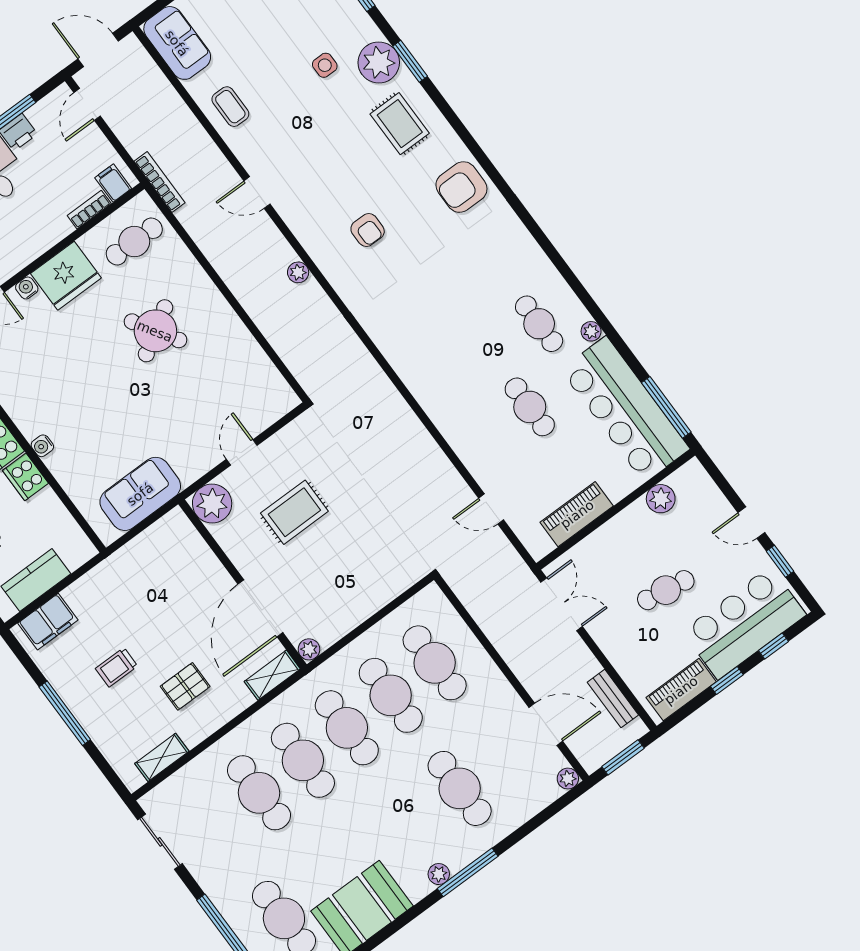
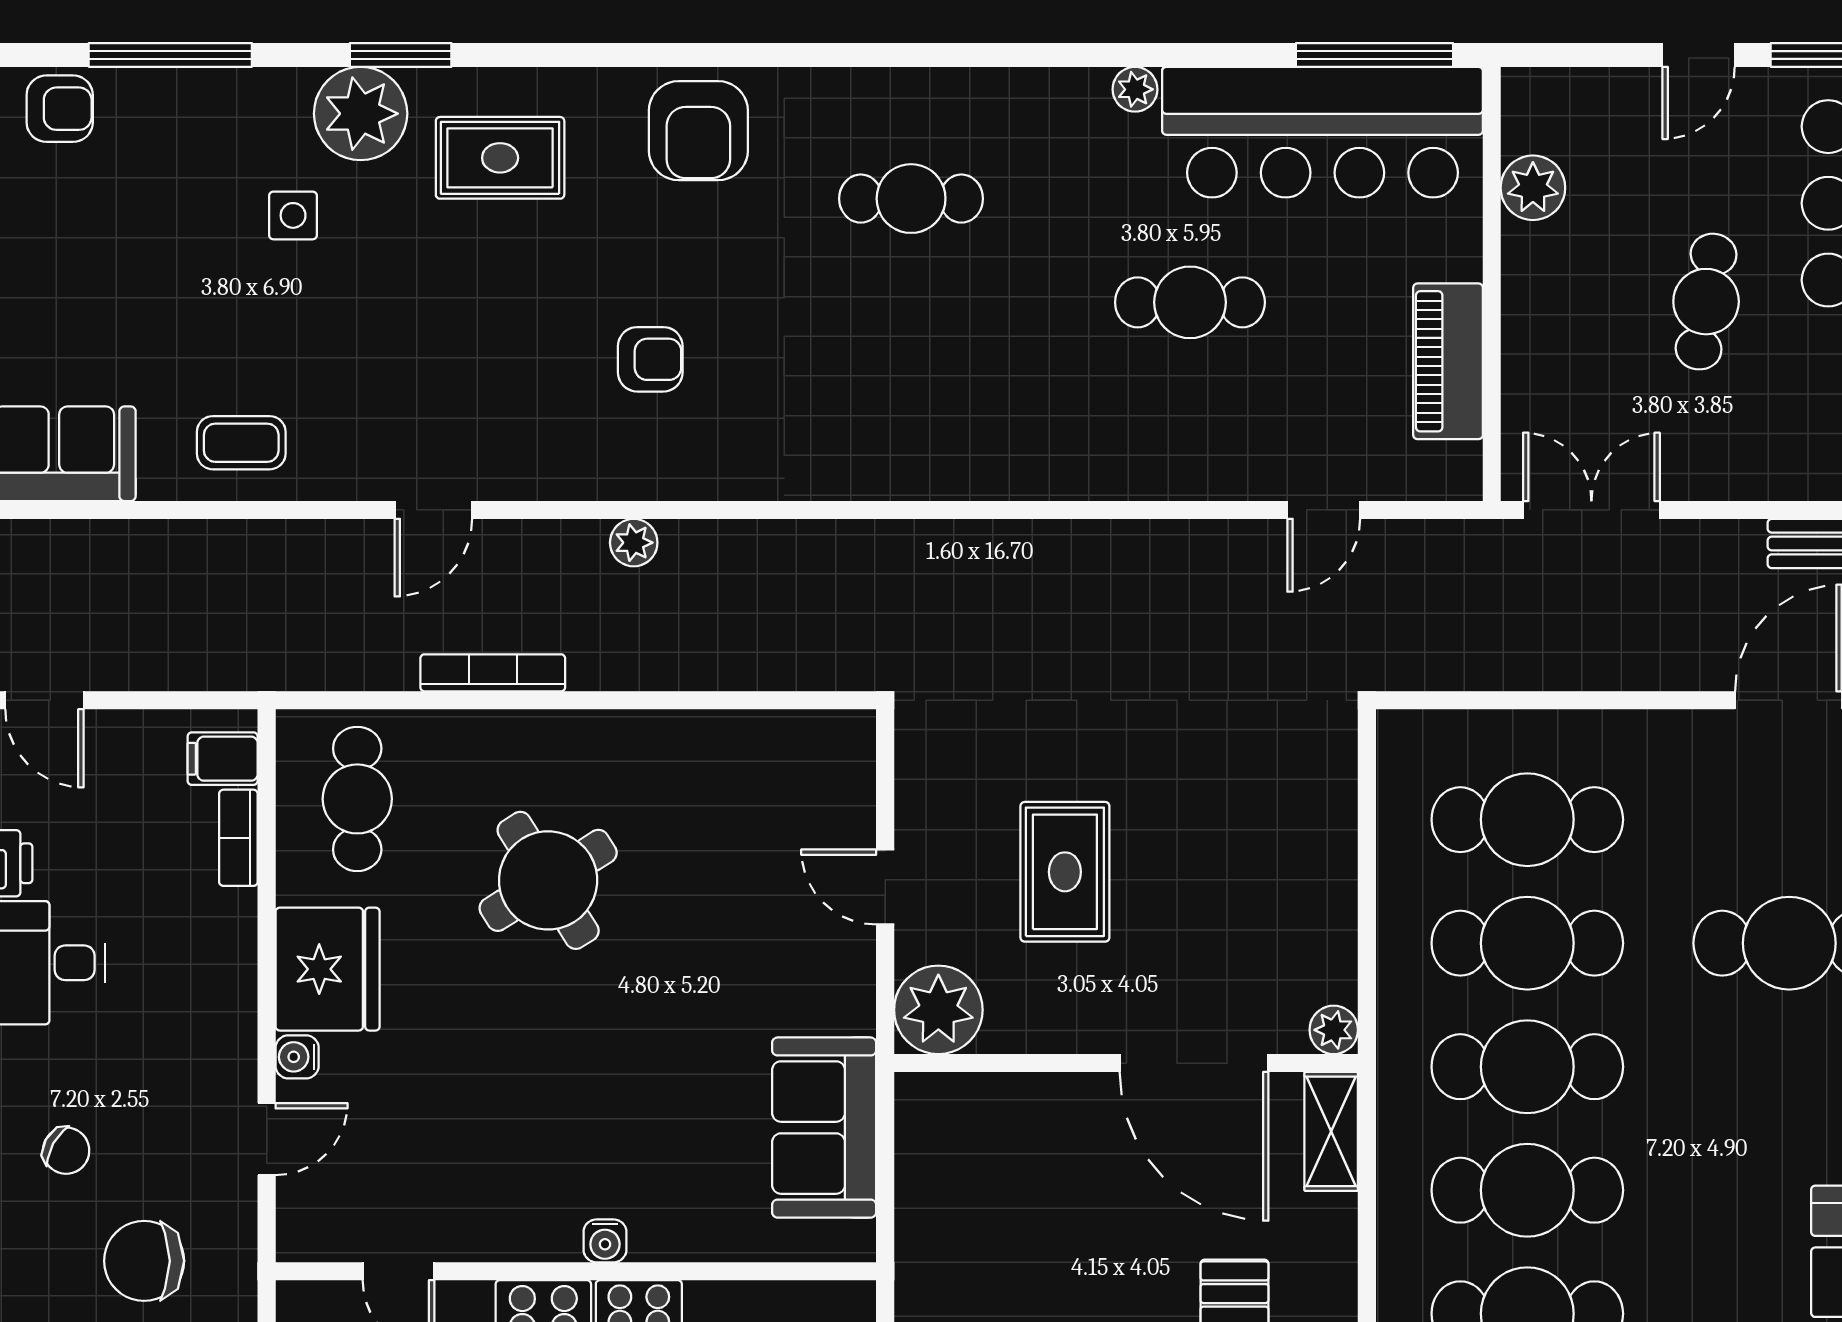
bookcase: (160, 182) -> (493, 673), moved
cafe table: (539, 324) -> (911, 199), moved

